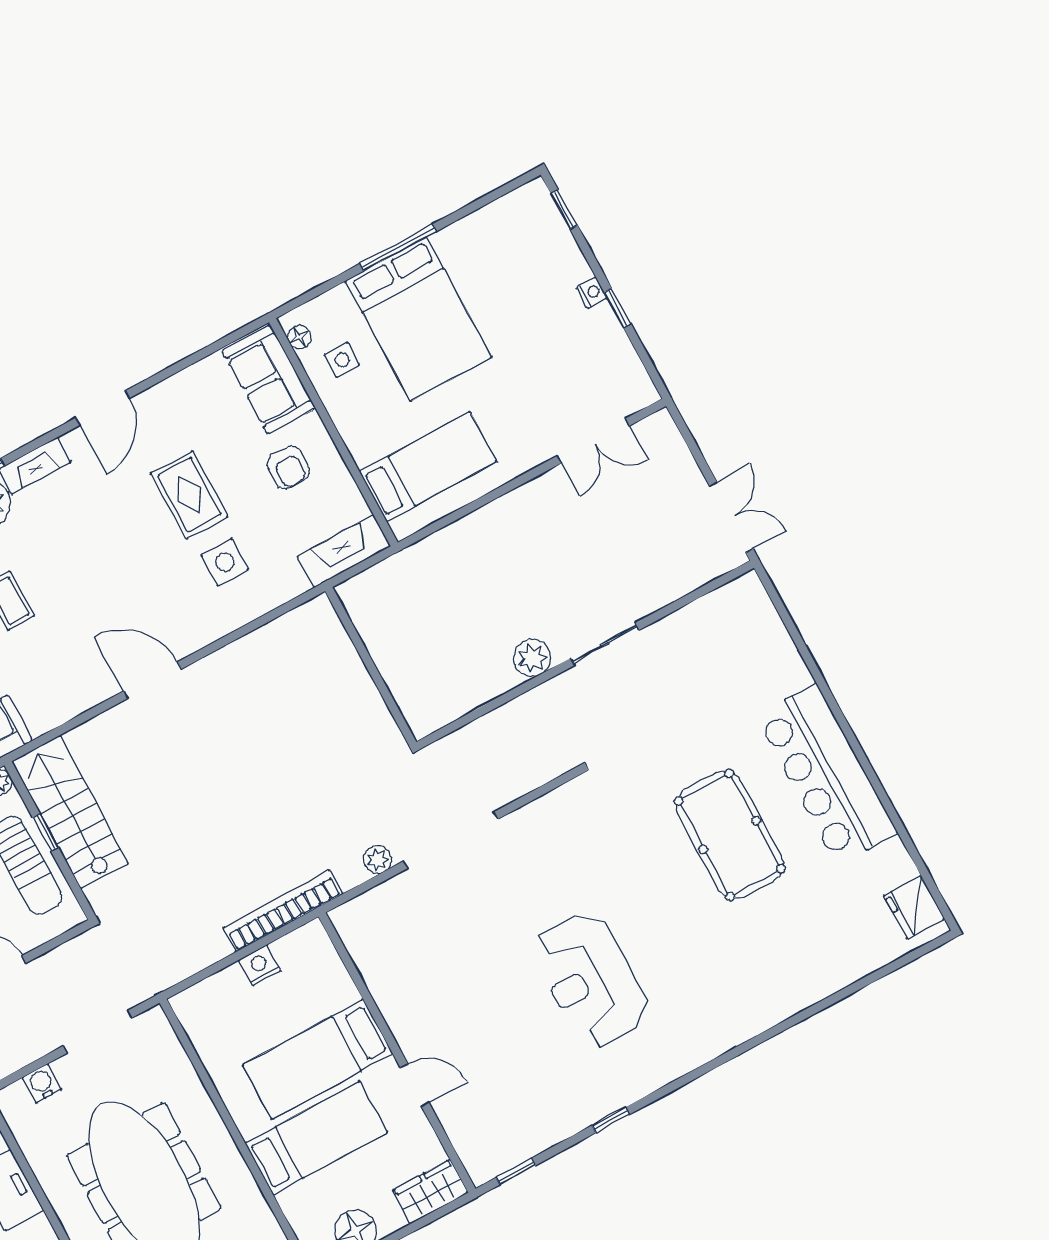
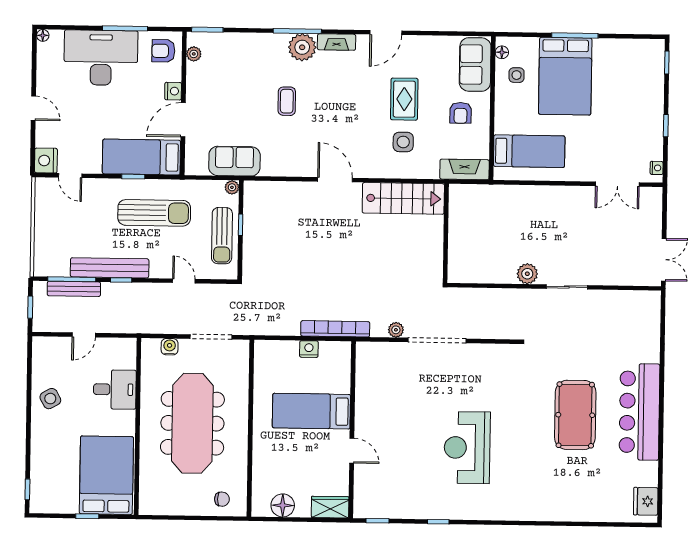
nightstand: (592, 293) -> (657, 168), moved
stairs: (70, 812) -> (403, 198), moved, turned 90
bed: (316, 1138) -> (289, 449), removed

